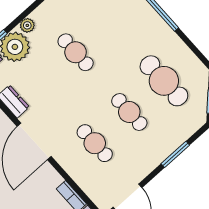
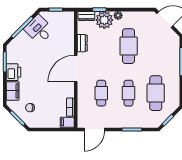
cafe table: (76, 52) -> (129, 46), width x1.37, depth x1.35

